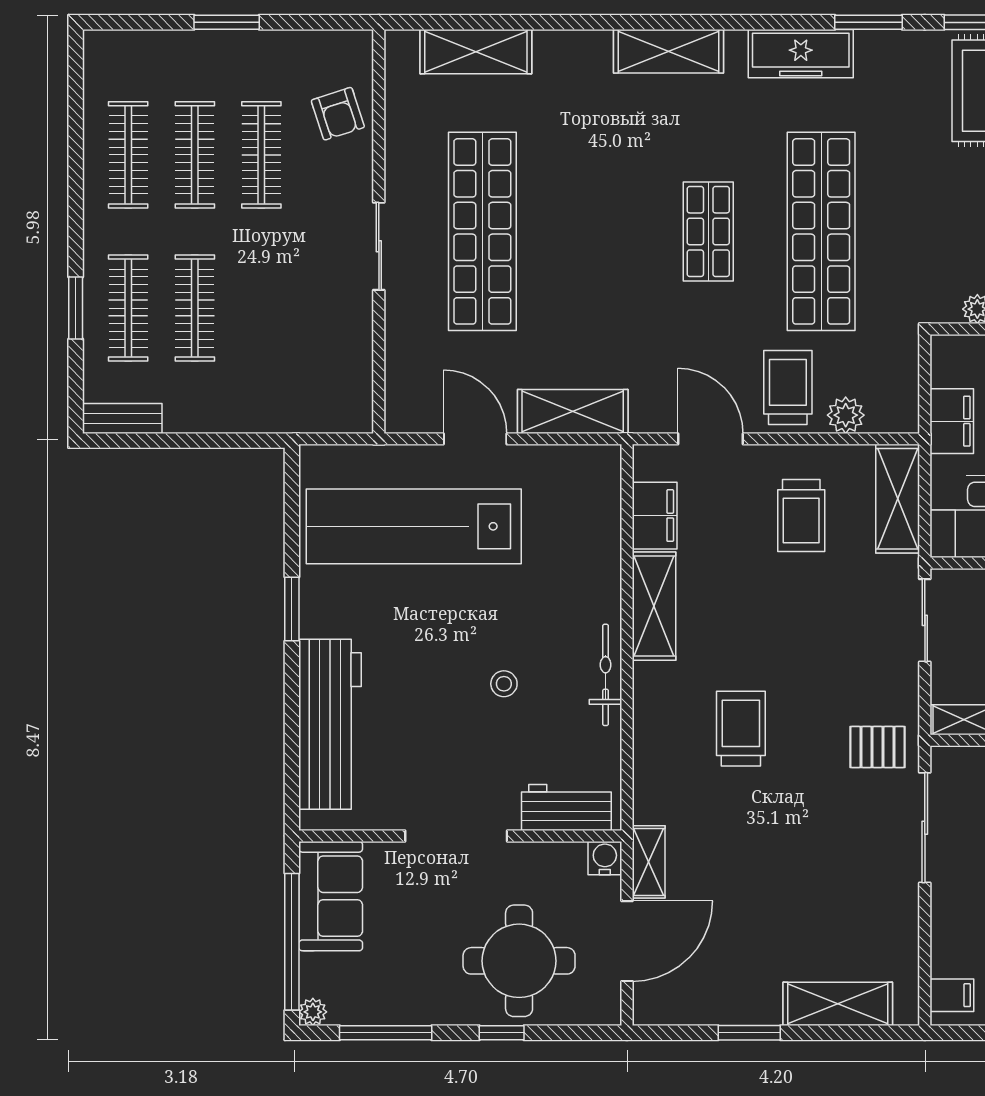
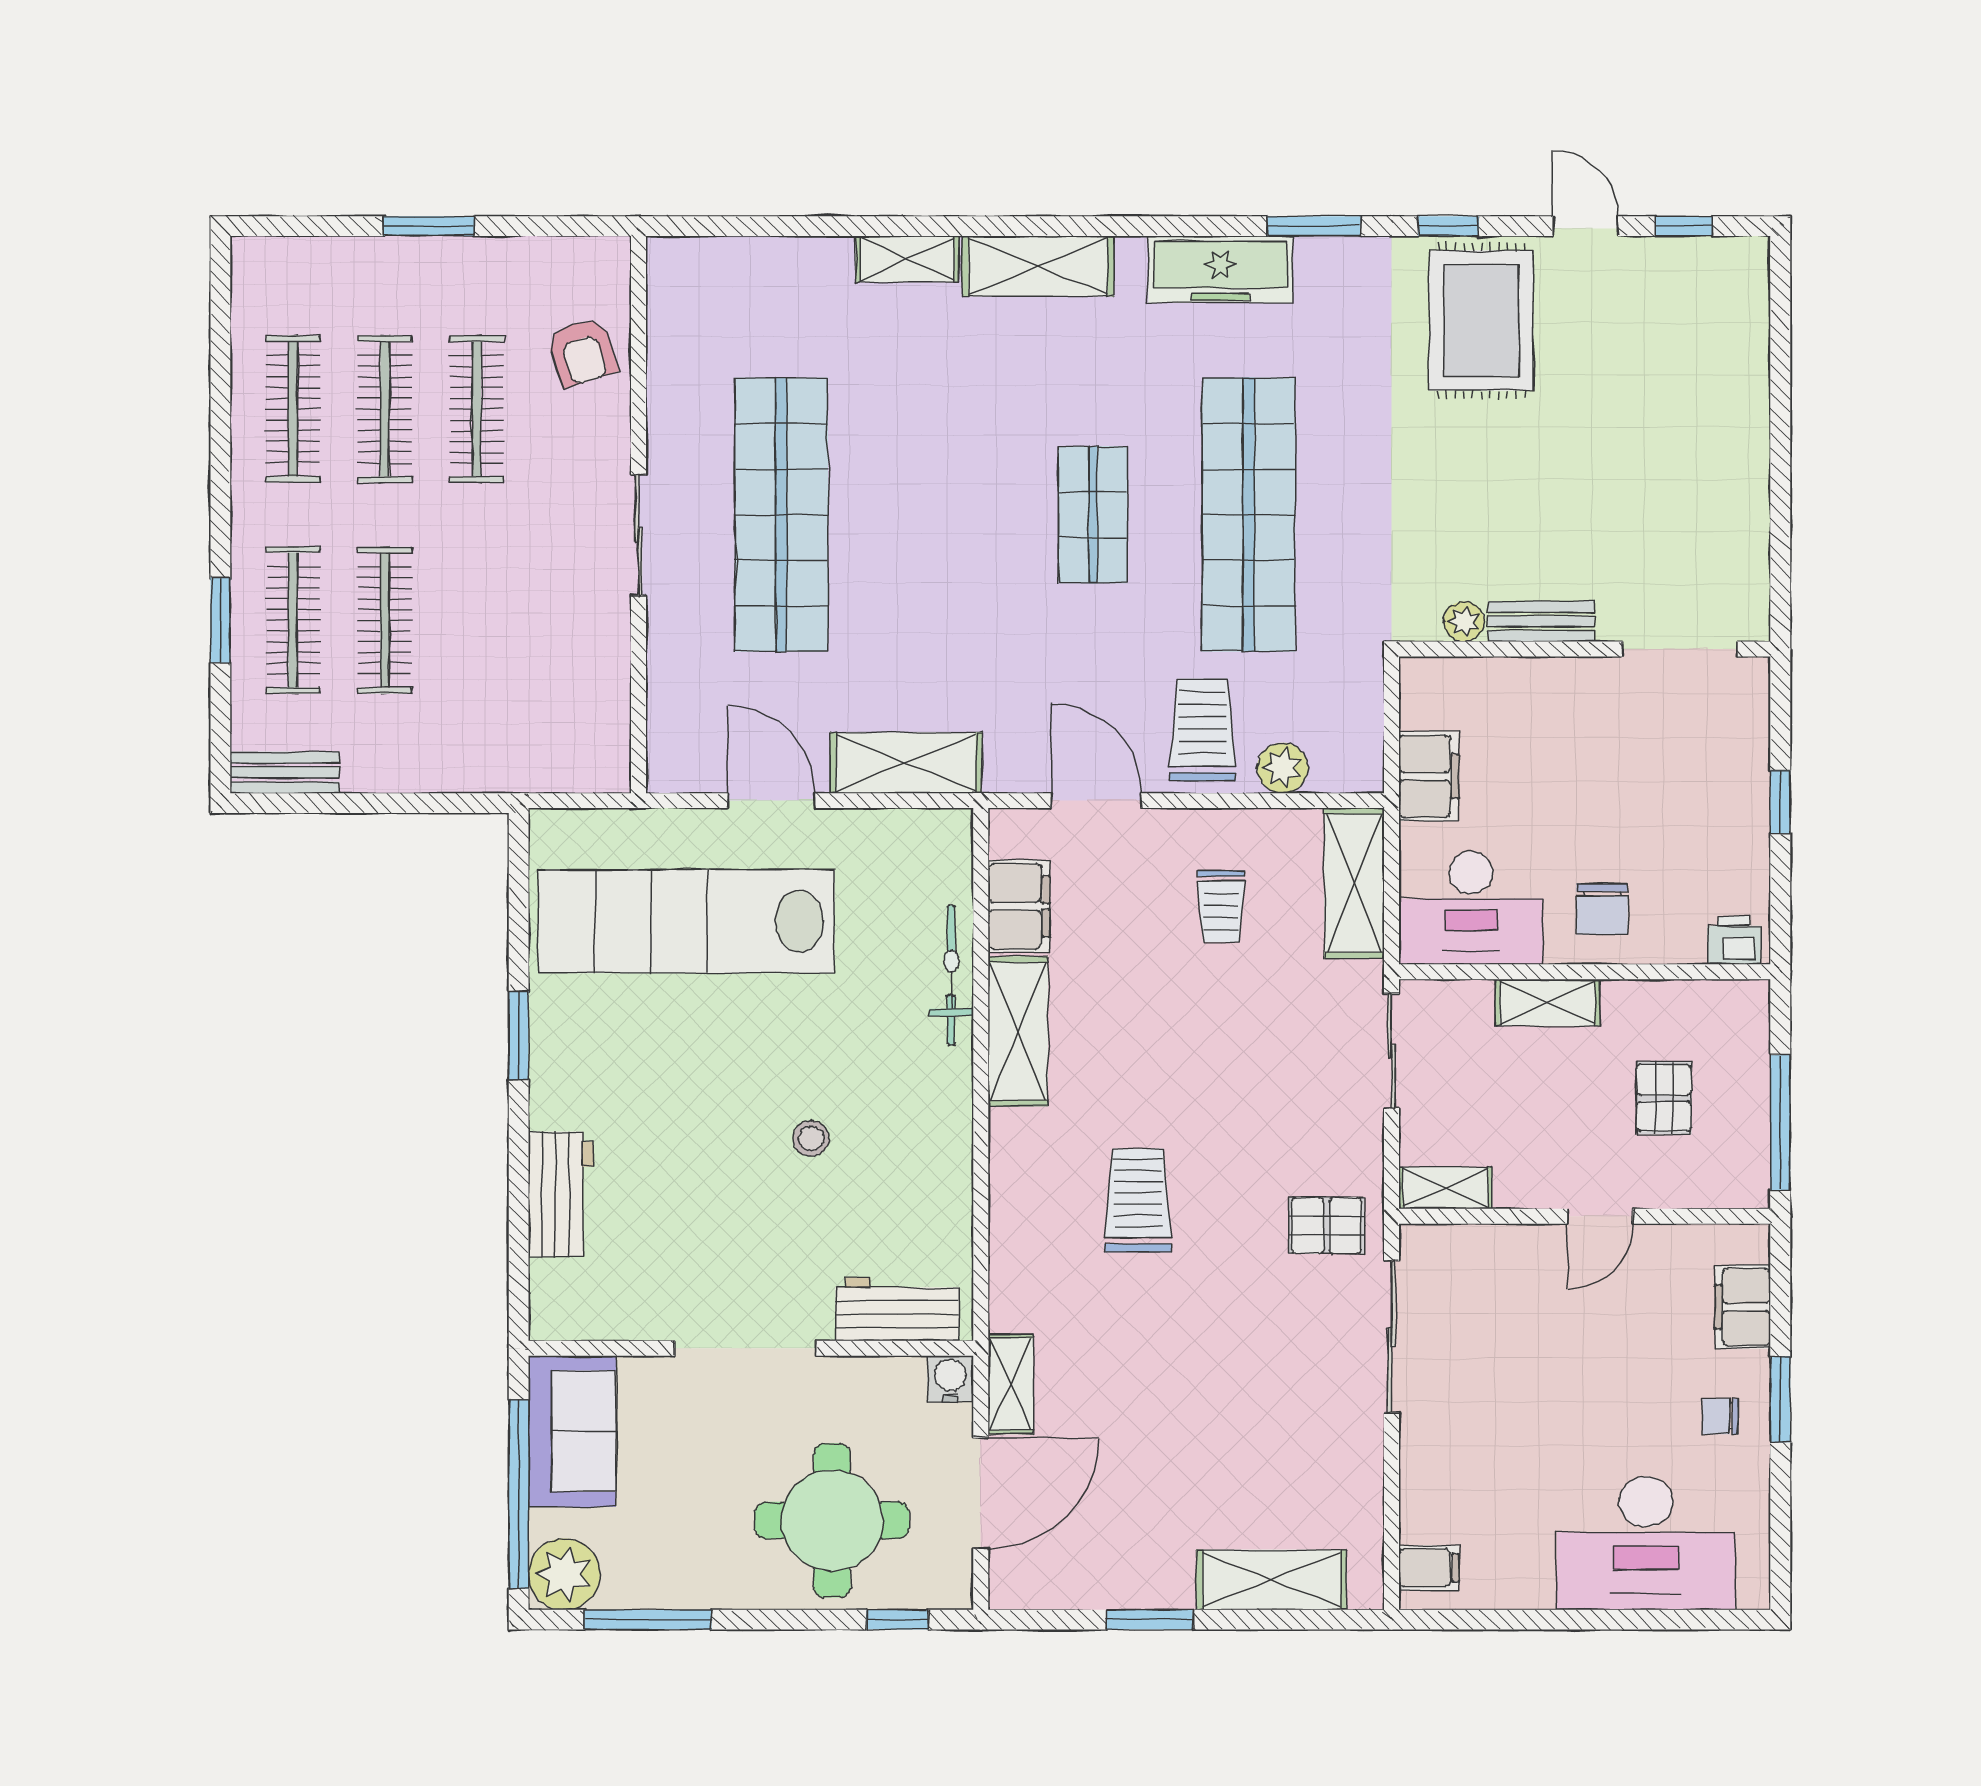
shelving: (476, 52) -> (907, 259), moved, width x0.67, depth x0.75
trolley: (801, 515) -> (1221, 906), width x0.73, depth x0.72
bicycle: (606, 675) -> (951, 975), moved
workbench: (330, 724) -> (561, 1194), width x0.53, depth x0.76
plant: (313, 1012) -> (564, 1574), width x1.87, depth x1.87
window: (502, 1033) -> (897, 1620), moved

